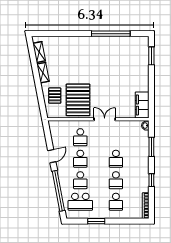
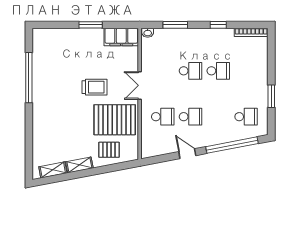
window: (151, 56) -> (91, 25), moved
trolley: (103, 84) -> (95, 87), added
school desk: (80, 180) -> (218, 117), removed
school desk: (80, 202) -> (246, 117), width x0.54
school desk: (116, 202) -> (246, 71), removed

